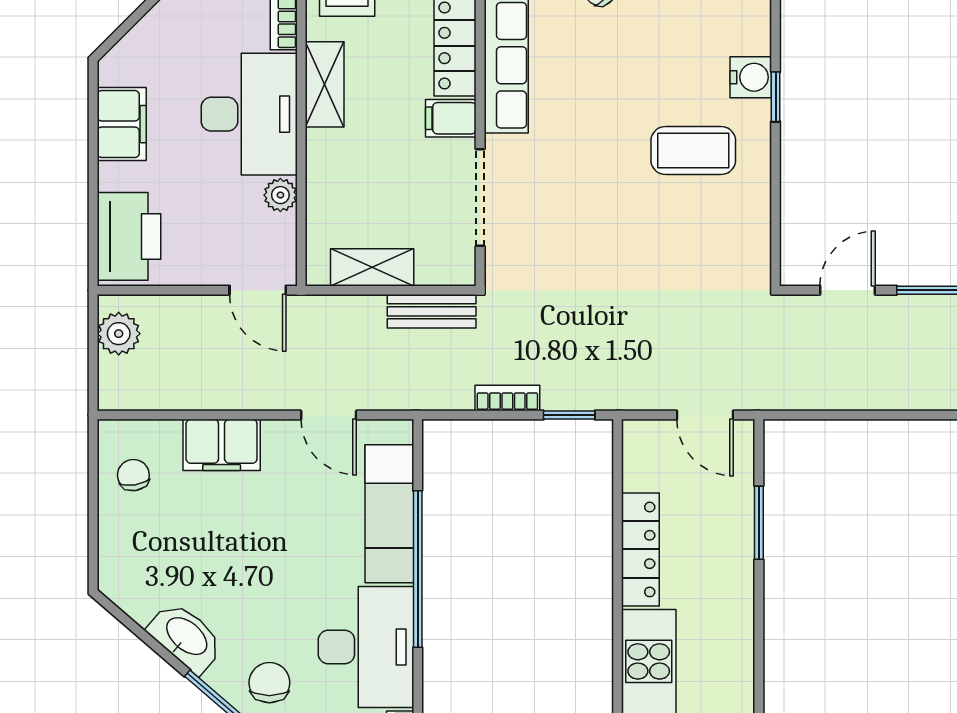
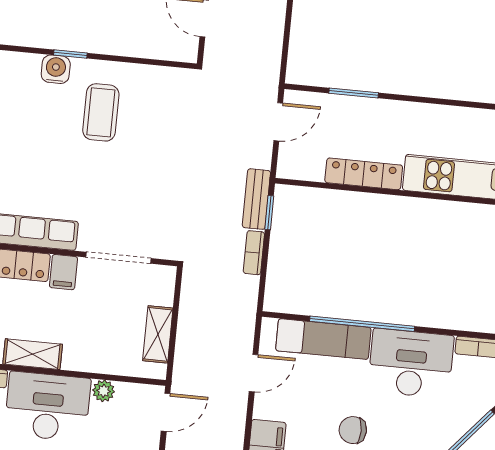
bench: (432, 311) -> (256, 199), moved
chair: (269, 683) -> (353, 430), moved

